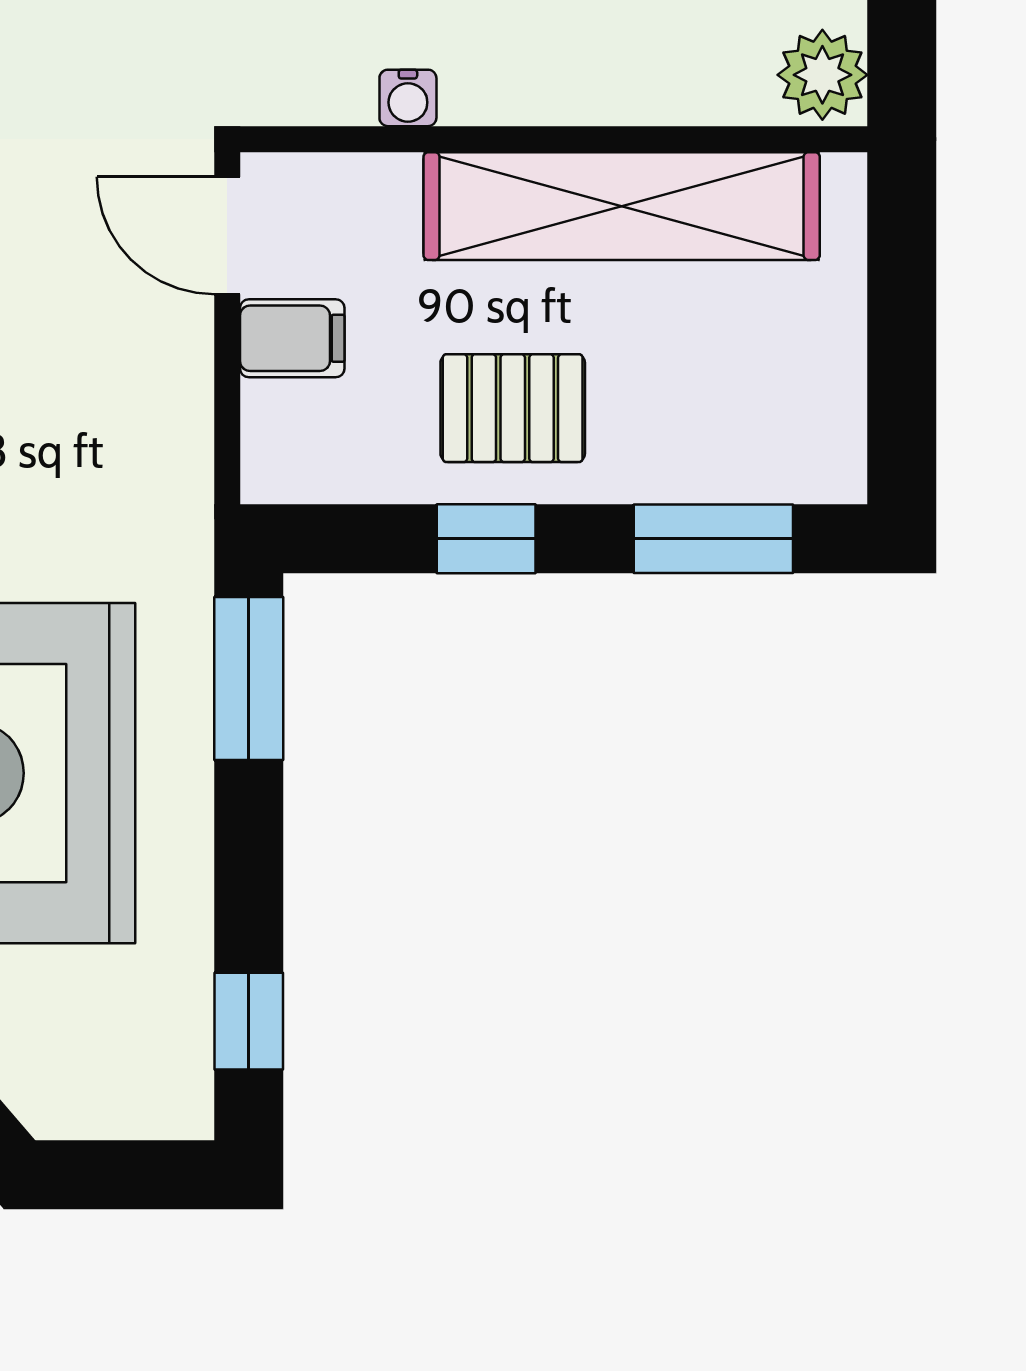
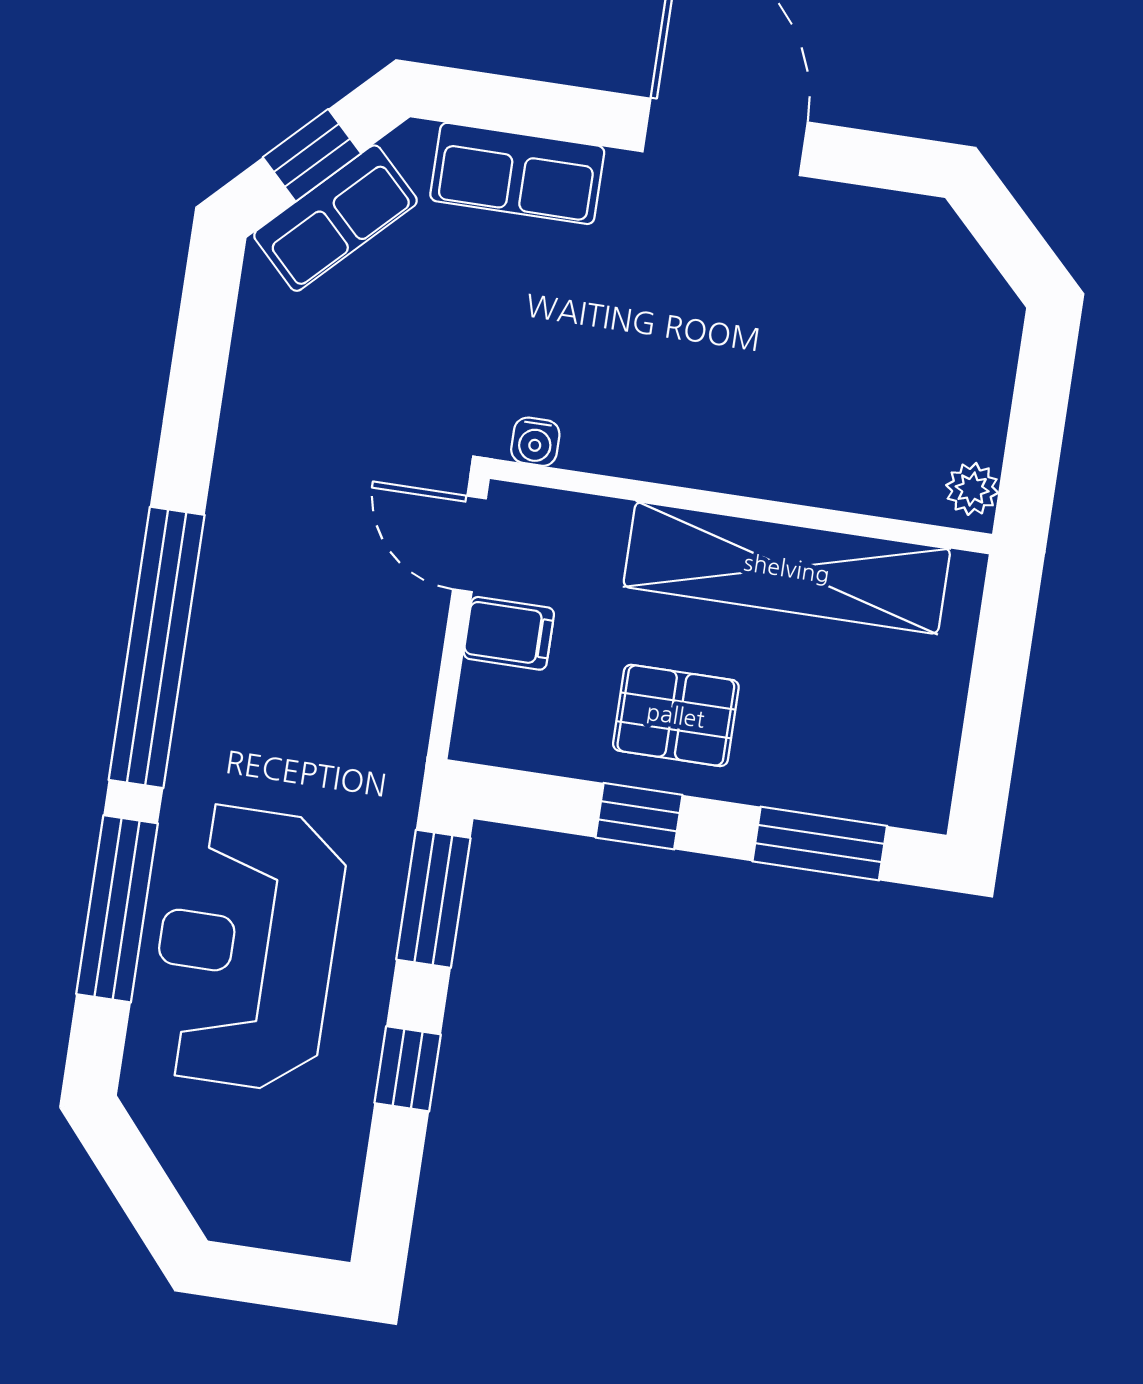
plant: (822, 75) -> (972, 489), width x0.73, depth x0.73
water cooler: (408, 98) -> (535, 442), moved
window: (249, 1021) -> (408, 1069), moved

